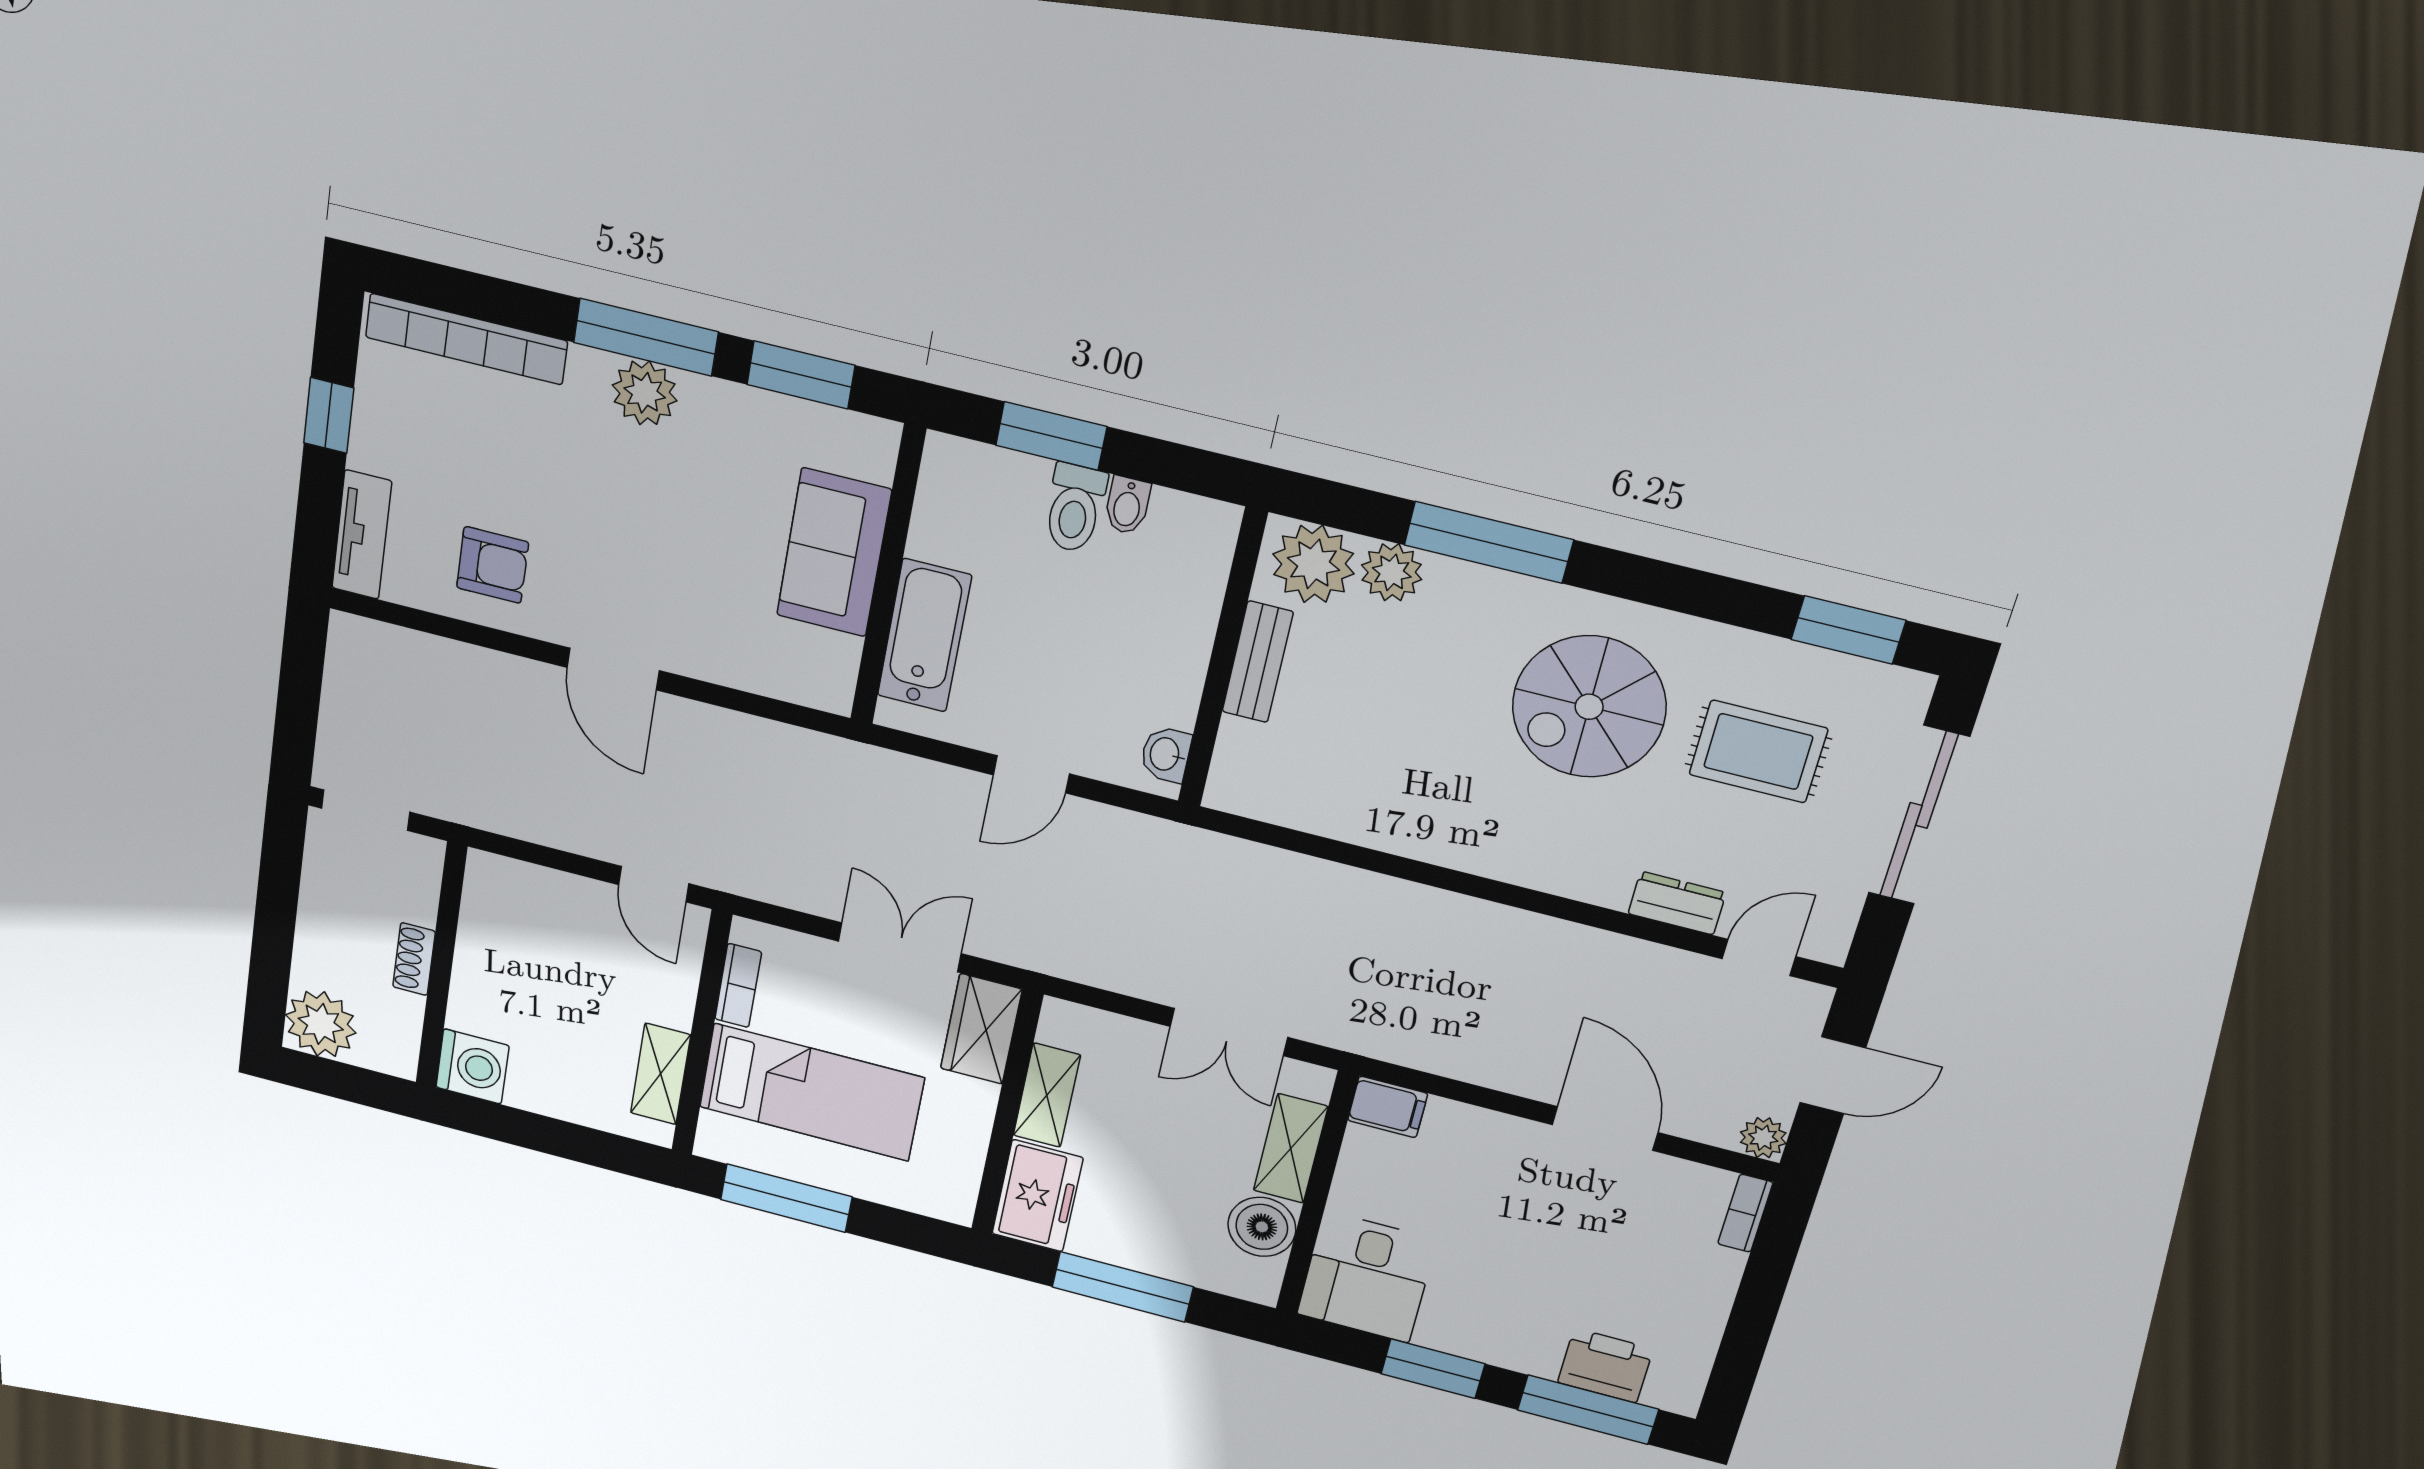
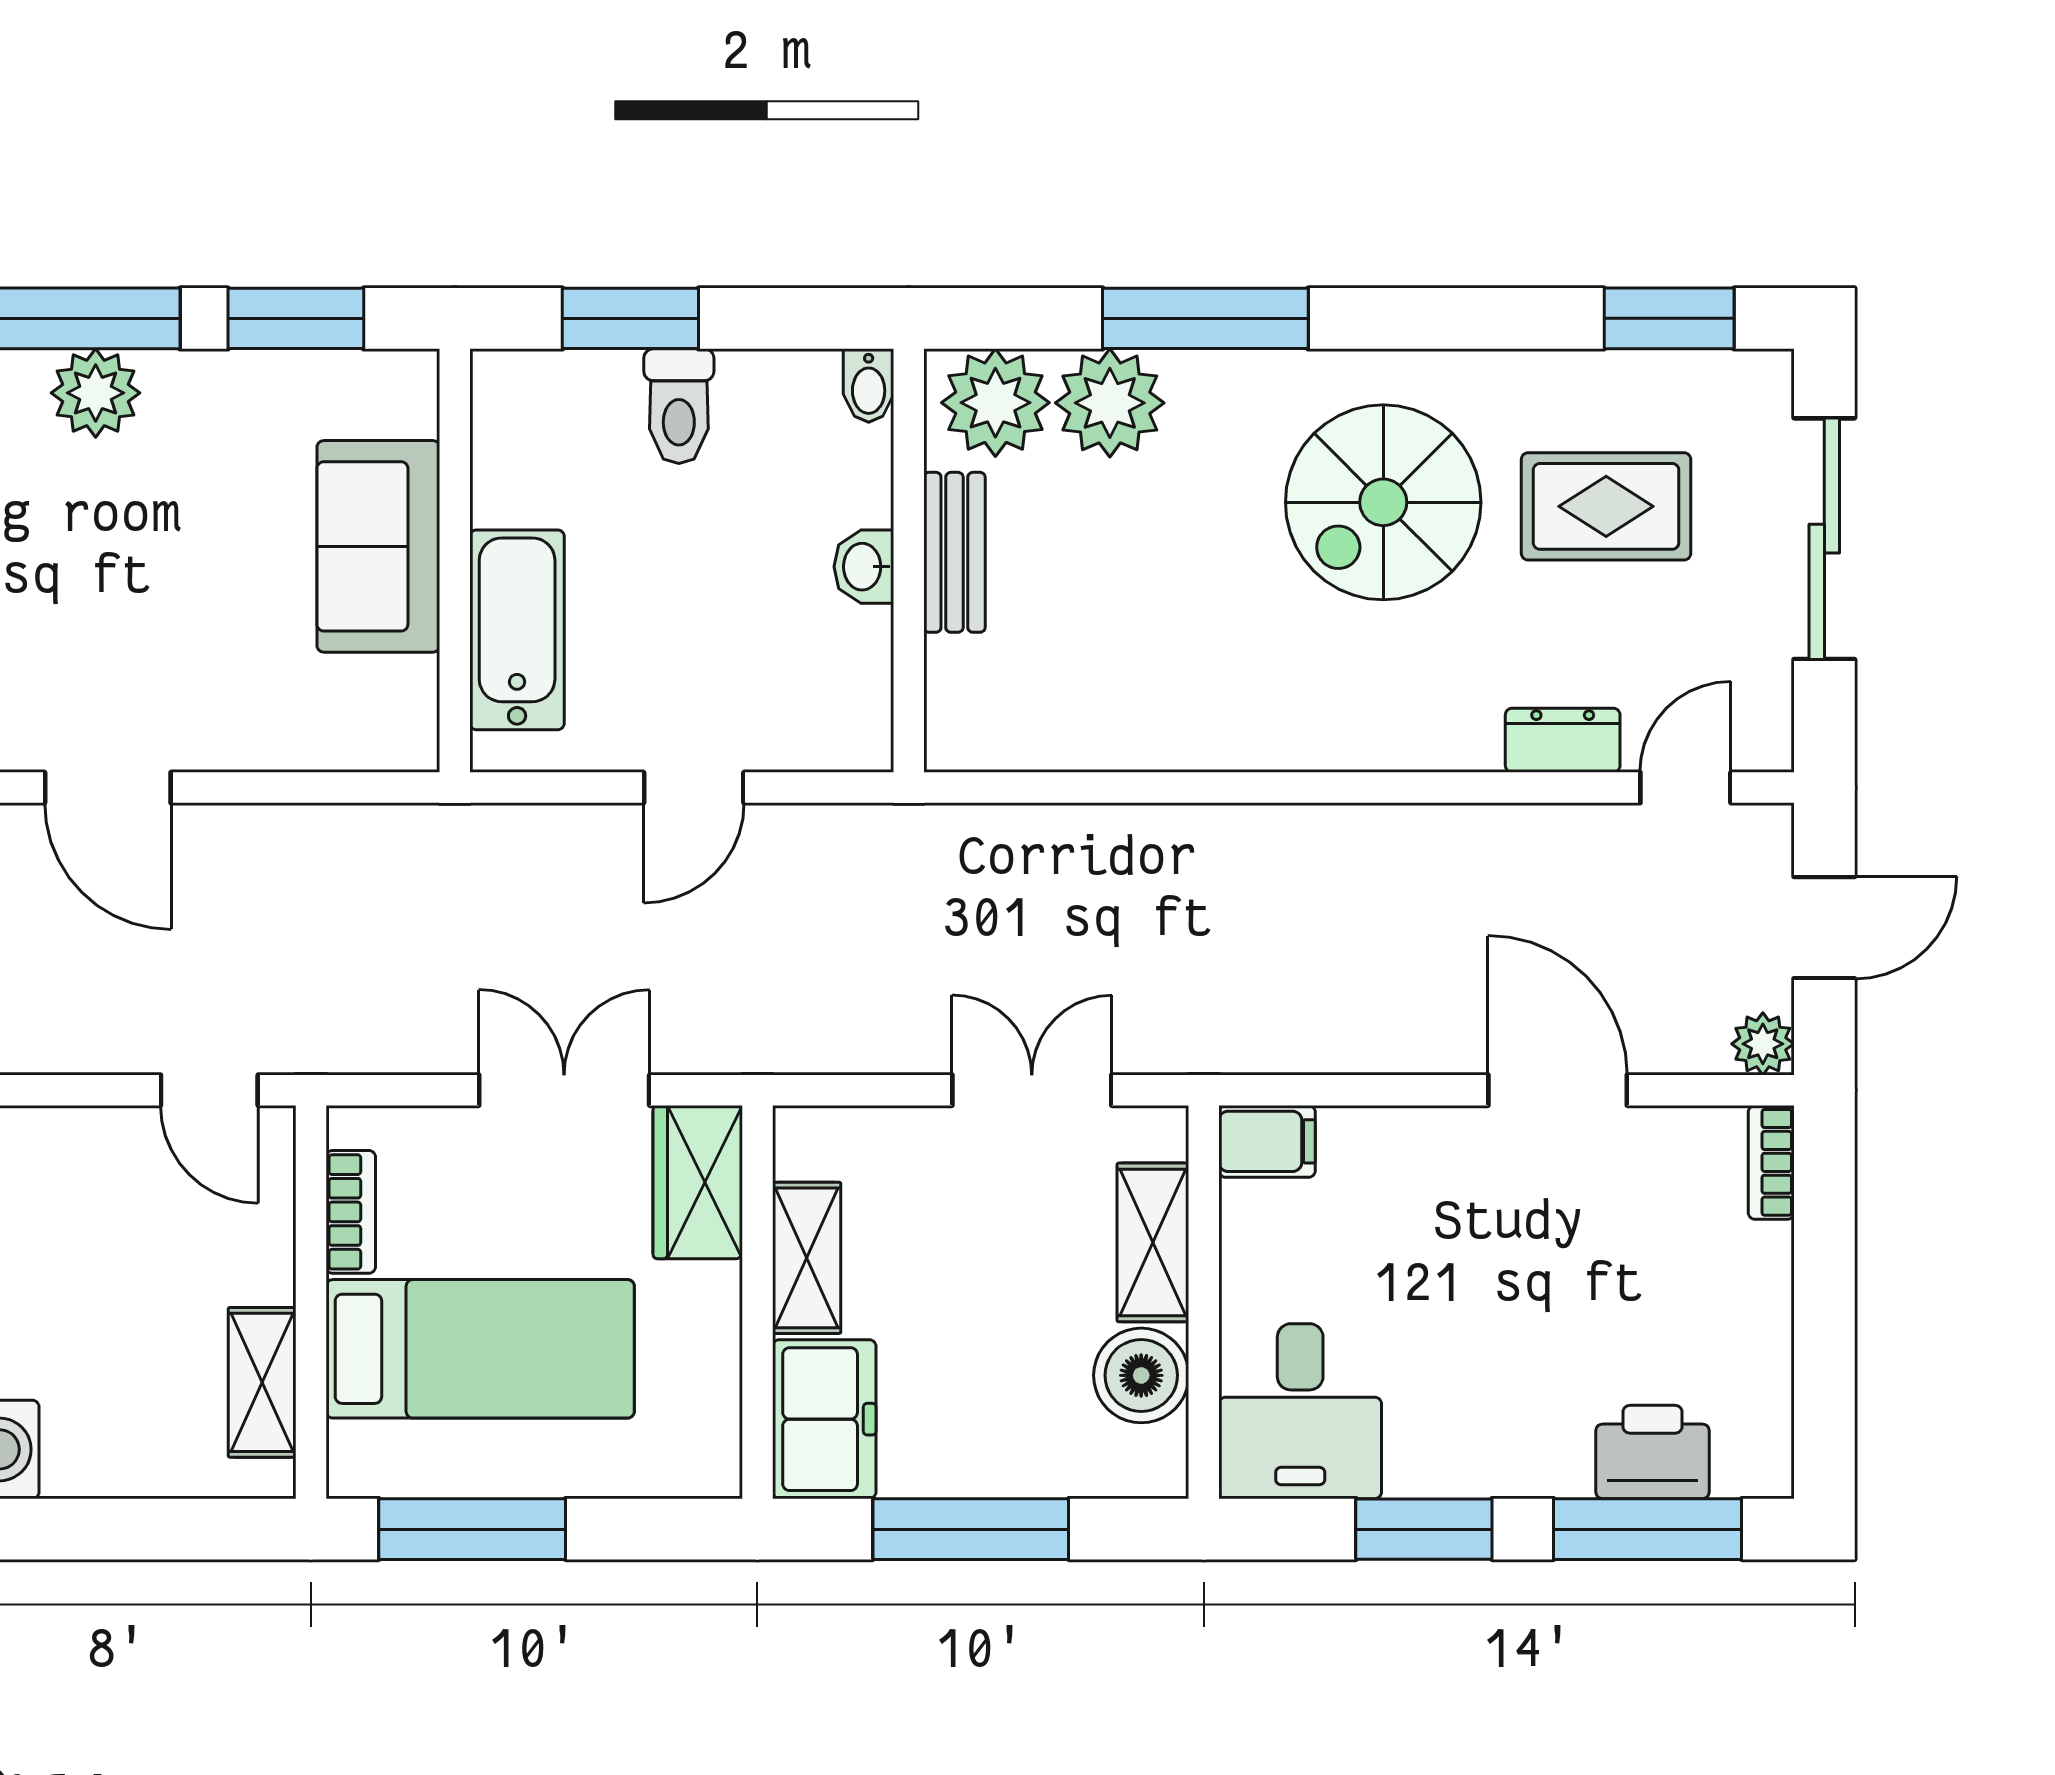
bidet: (1127, 505) -> (869, 386), moved
plant: (1392, 572) -> (1110, 403), width x1.36, depth x1.36
washbasin: (1166, 754) -> (864, 567), moved
double door: (1229, 1032) -> (1032, 1090), swing flipped

